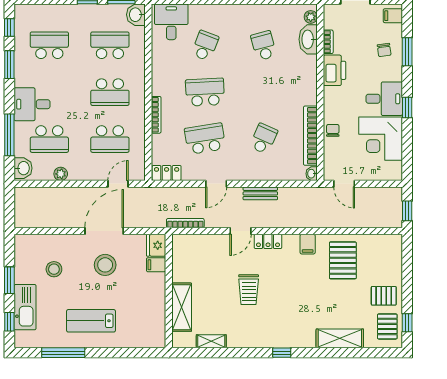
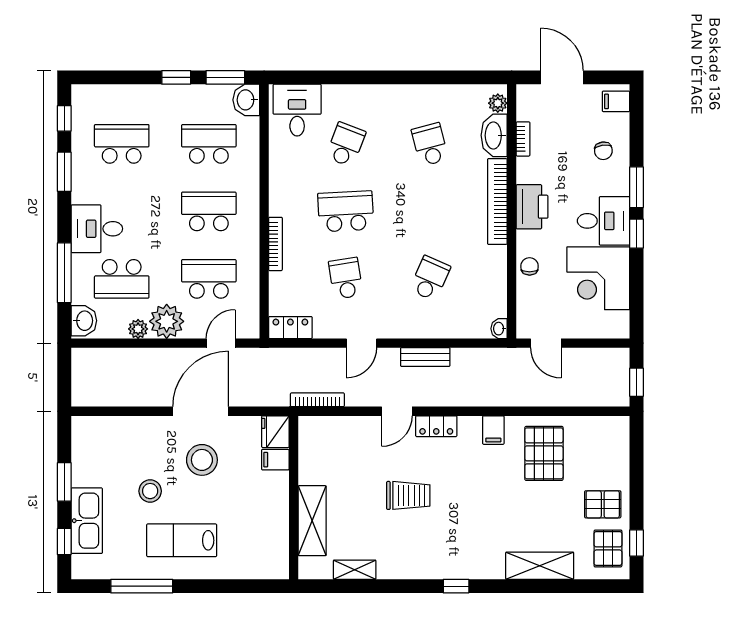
window: (407, 52) -> (637, 187), moved
printer: (335, 70) -> (532, 207), moved
school desk: (110, 92) -> (209, 211), turned 180
bookcase: (310, 136) -> (497, 201), moved
school desk: (110, 139) -> (209, 279), turned 180
school desk: (205, 139) -> (346, 278), width x0.54
plant: (81, 169) -> (167, 321), added
stool: (54, 269) -> (150, 491), moved
trolley: (249, 290) -> (408, 495), turned -90

